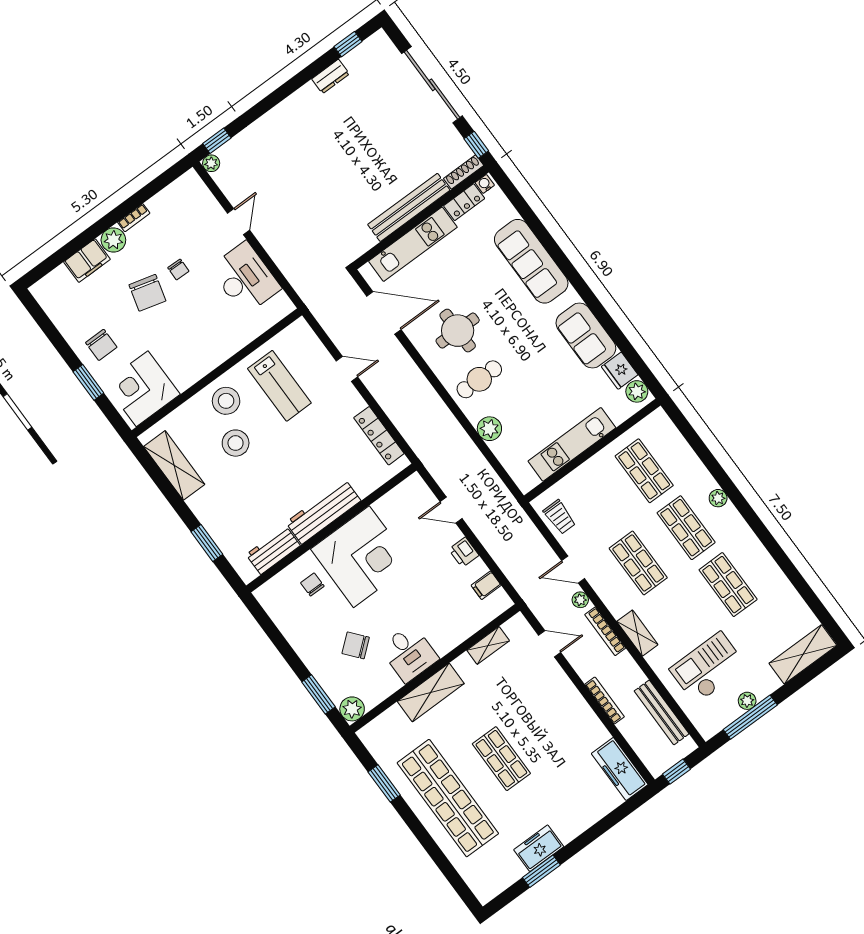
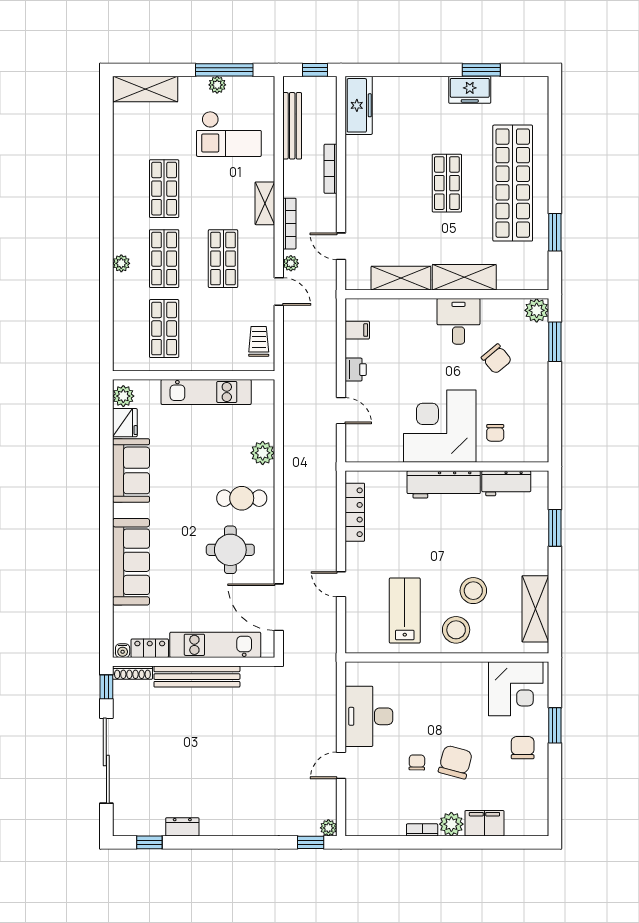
shelving: (488, 645) -> (401, 278), width x1.50, depth x1.33

